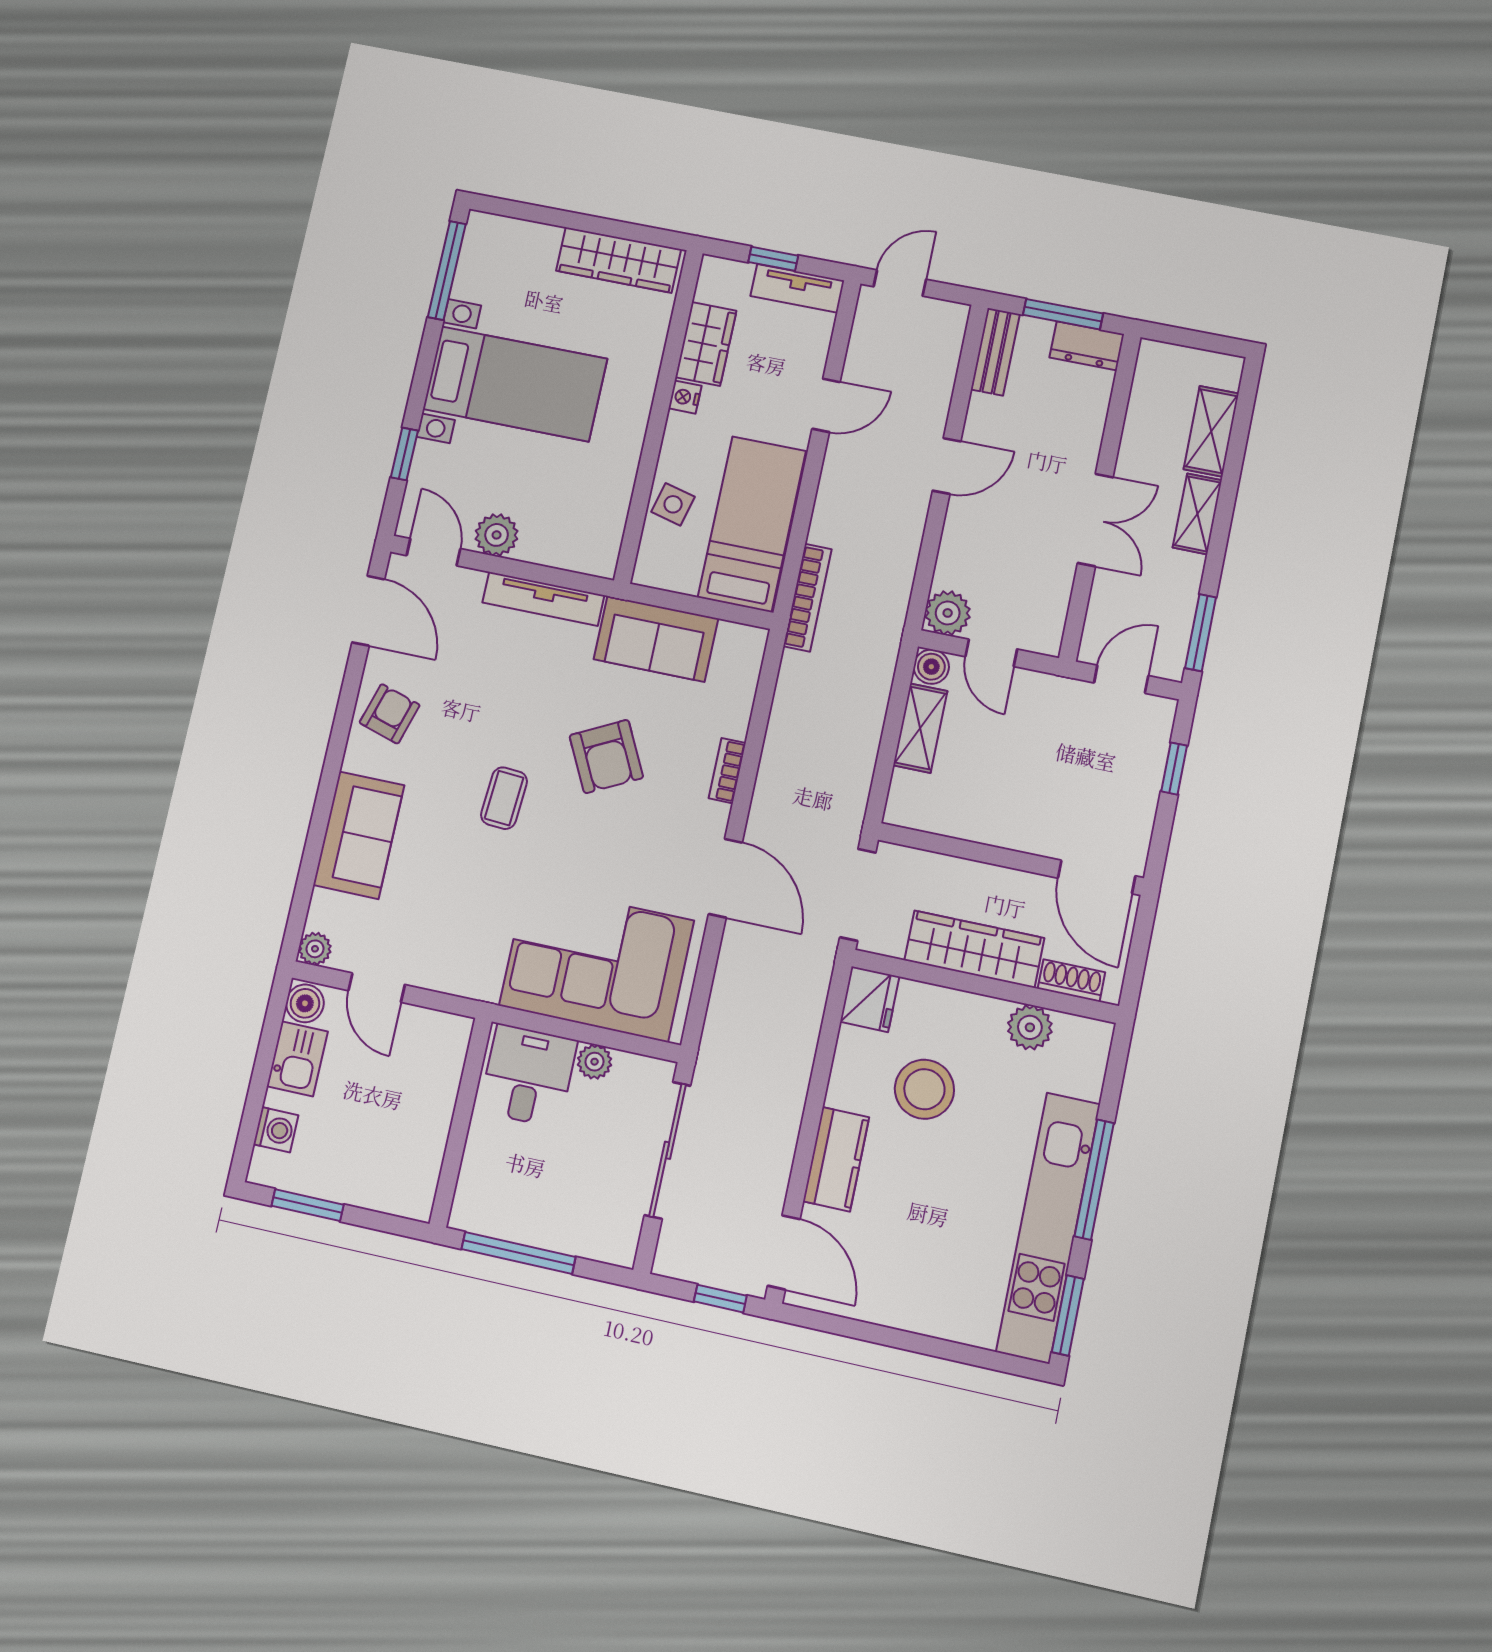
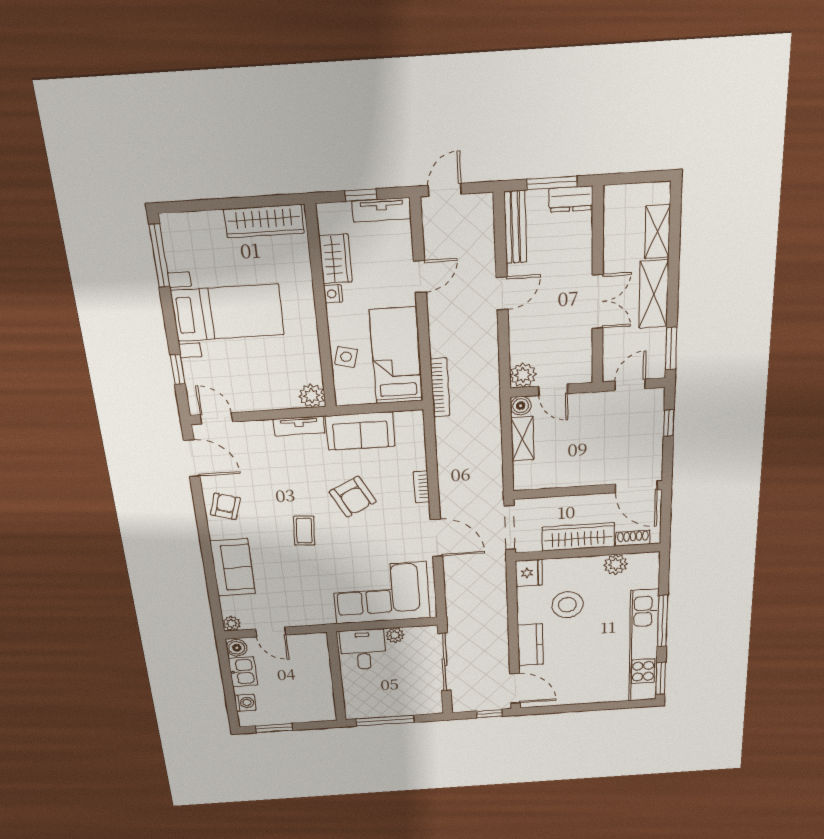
bench: (995, 352) -> (515, 227), width x1.36
shelving: (1197, 514) -> (654, 294), width x1.50, depth x1.33
plant: (497, 535) -> (312, 396), moved
tv unit: (543, 599) -> (299, 426), width x0.71

